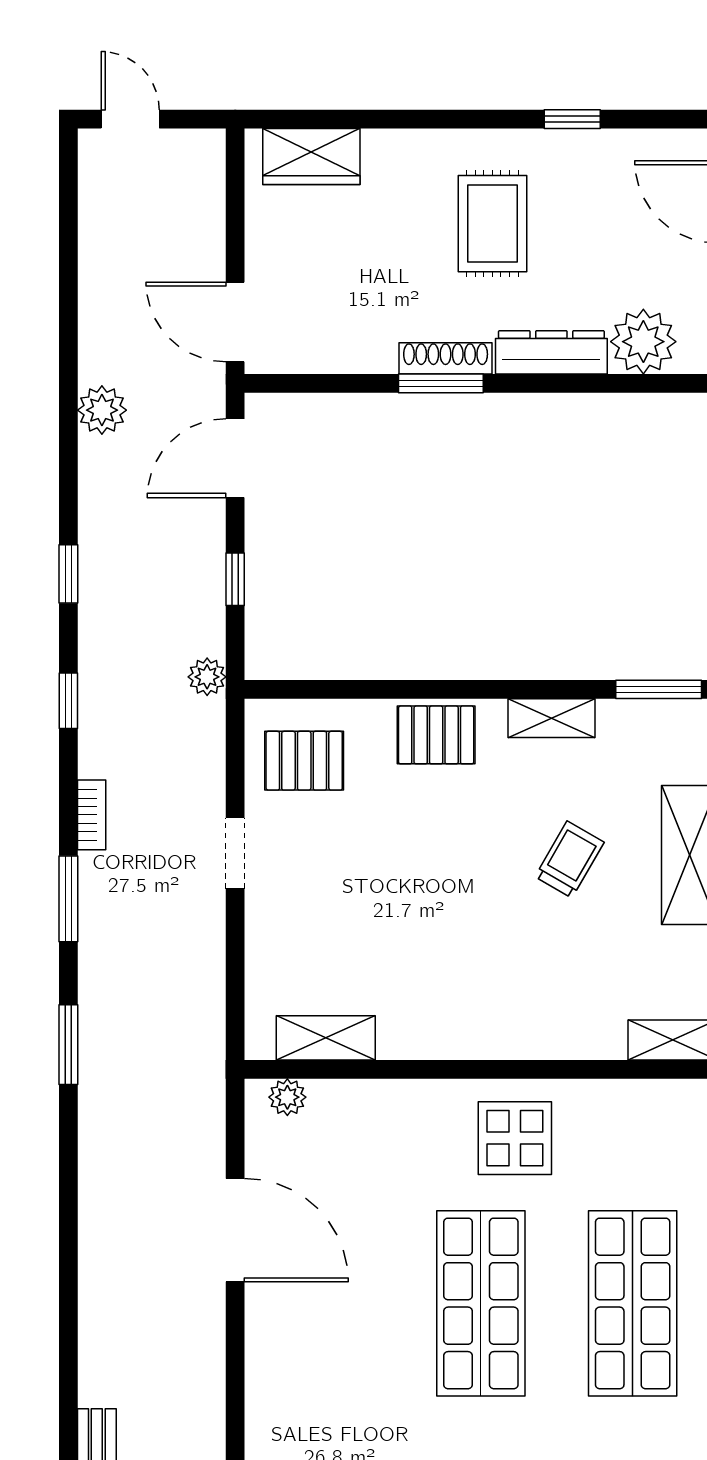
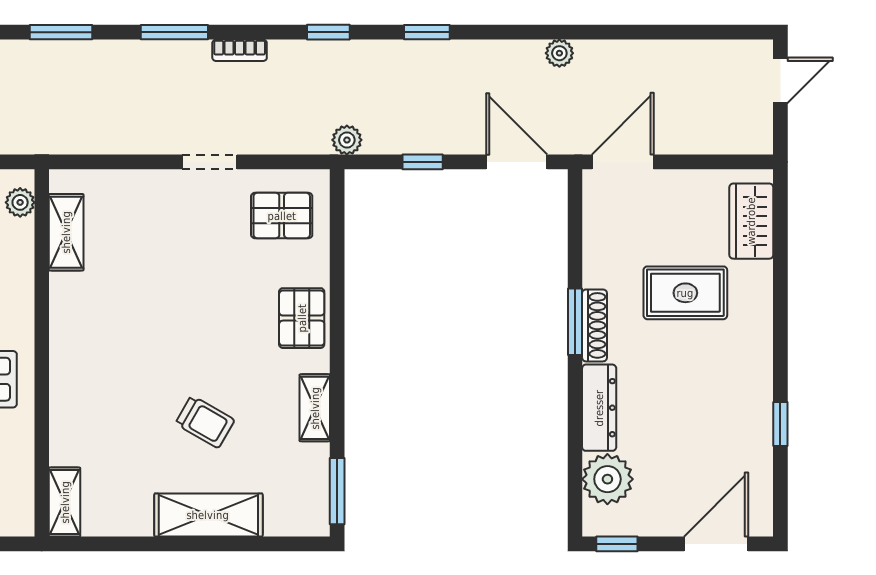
rug: (492, 224) -> (685, 293), moved
plant: (102, 410) -> (559, 53), width x0.73, depth x0.73
pallet: (304, 761) -> (282, 216), turned 90

